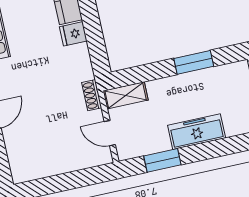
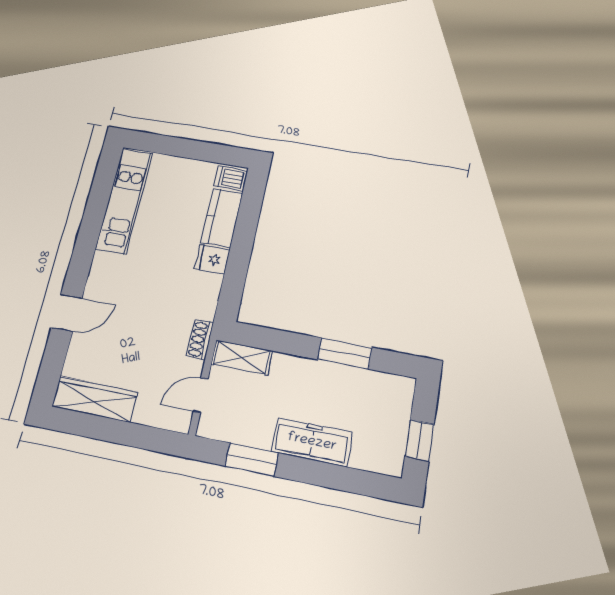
door: (110, 133) -> (201, 395), hinge flipped
wardrobe: (40, 167) -> (95, 399), added

